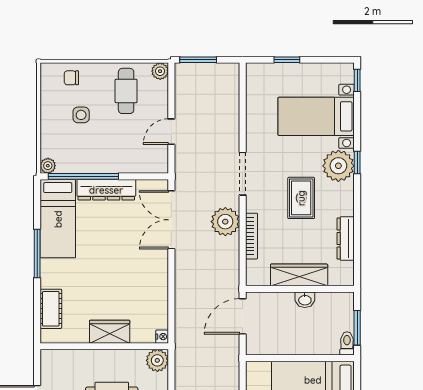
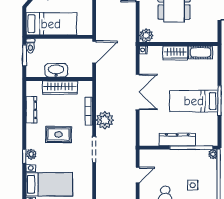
plant: (338, 166) -> (31, 154), width x0.53, depth x0.53
rug: (301, 198) -> (58, 135), turned 90
bed: (58, 219) -> (194, 101), moved, turned -90
double door: (171, 220) -> (138, 92), moved
washbasin: (305, 300) -> (56, 70), width x1.91, depth x1.45
cot: (51, 309) -> (200, 52), moved, turned 90
door: (243, 316) -> (94, 52), moved

